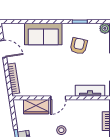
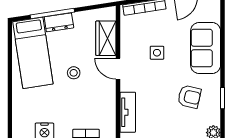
side table: (47, 69) -> (157, 53), added

